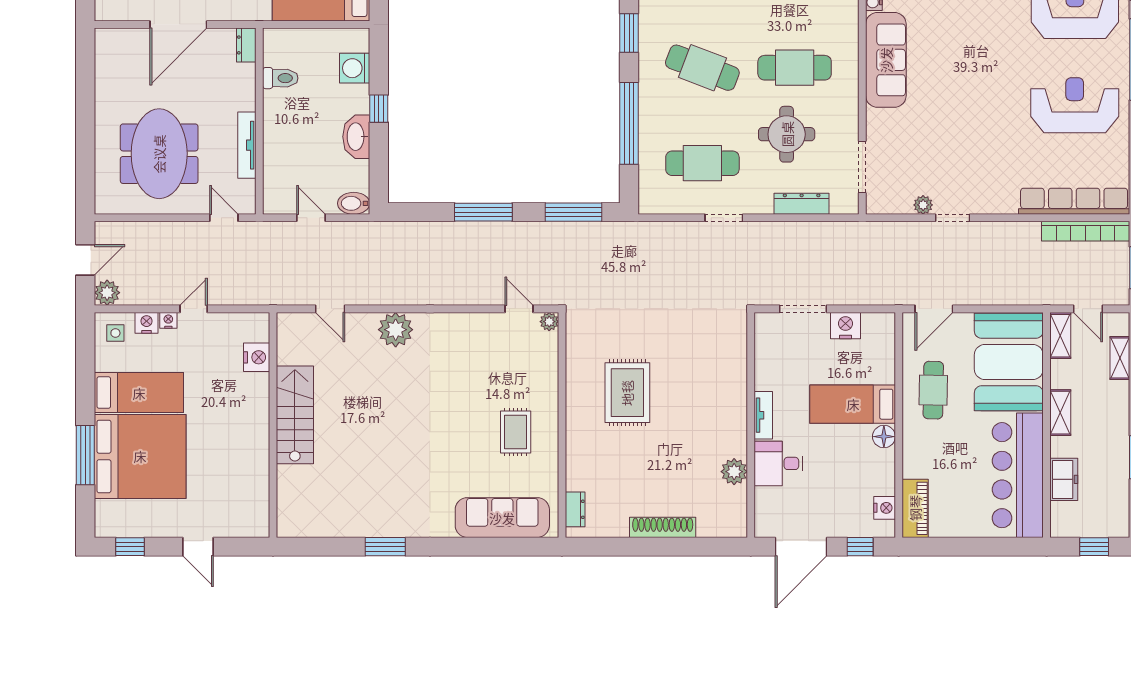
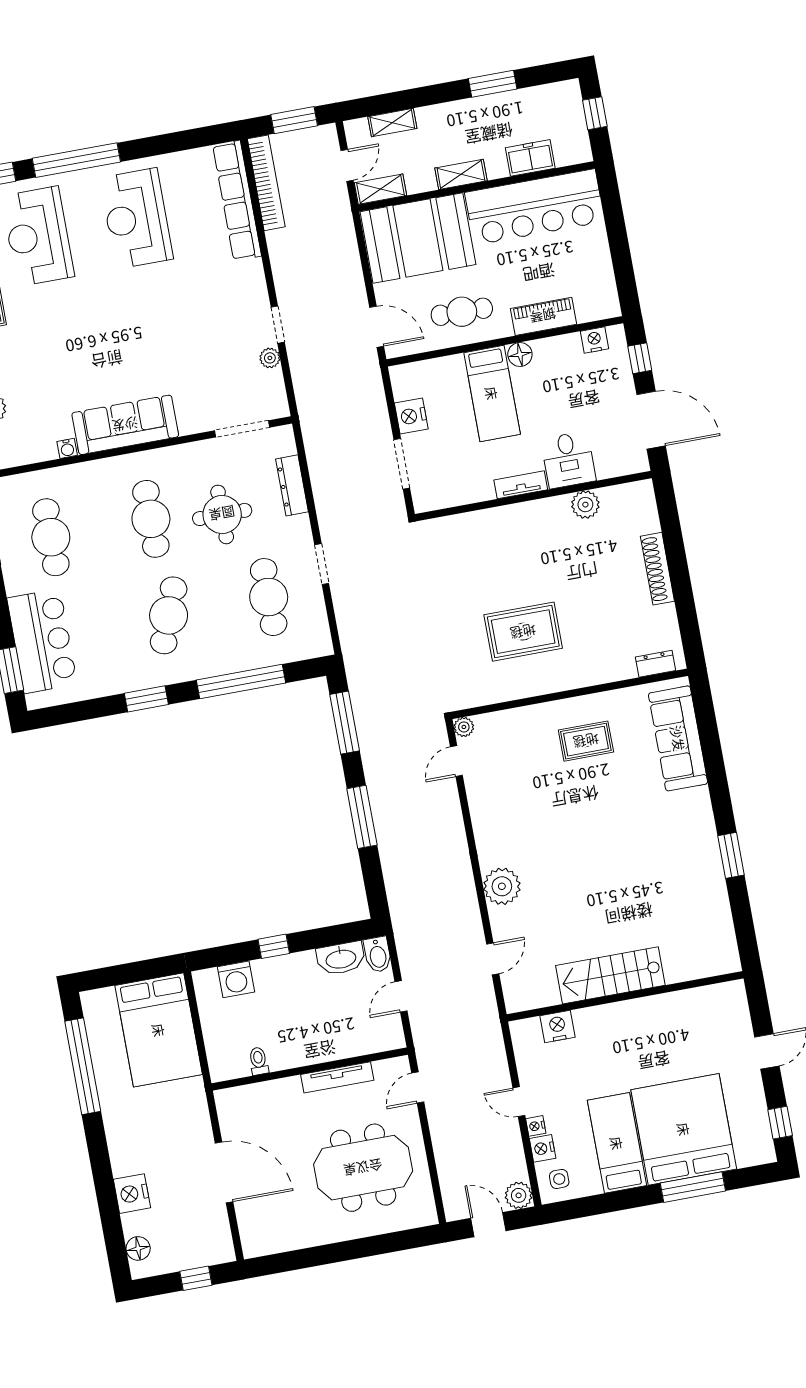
dresser: (246, 45) -> (232, 1097), removed
toilet: (280, 78) -> (259, 1061), width x0.73, depth x0.72
washbasin: (356, 137) -> (341, 958), moved
piano: (915, 508) -> (543, 316), moved

